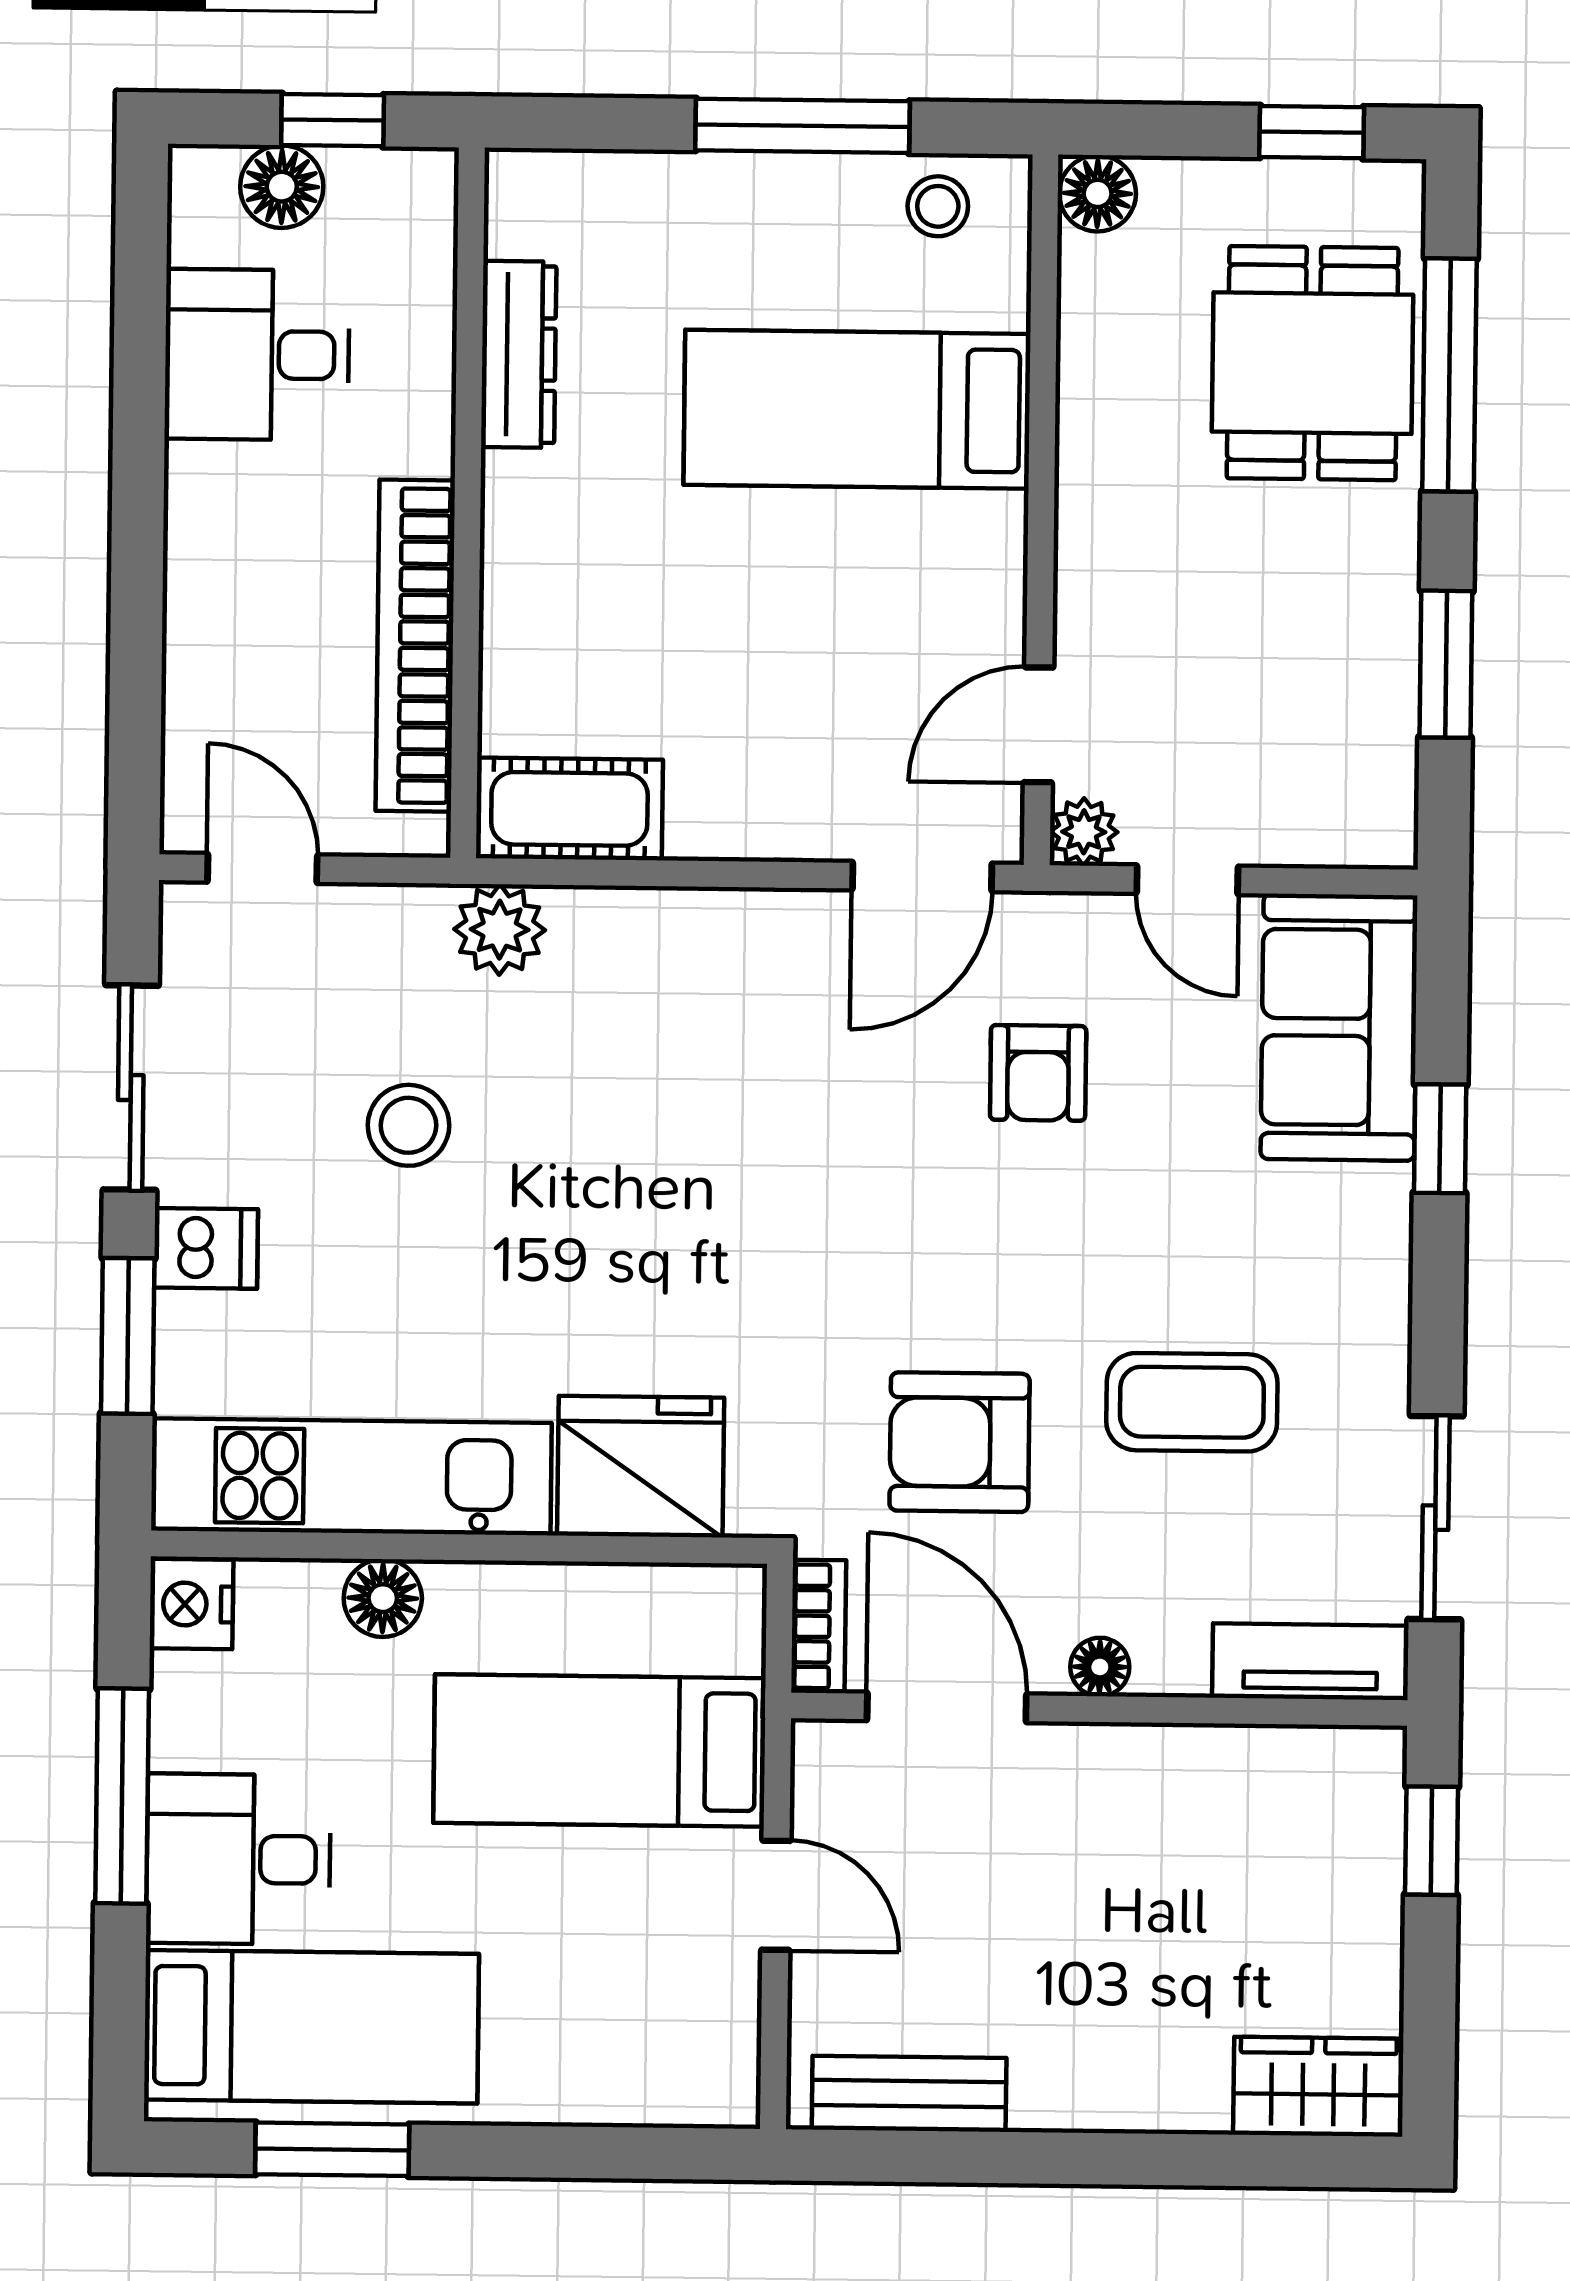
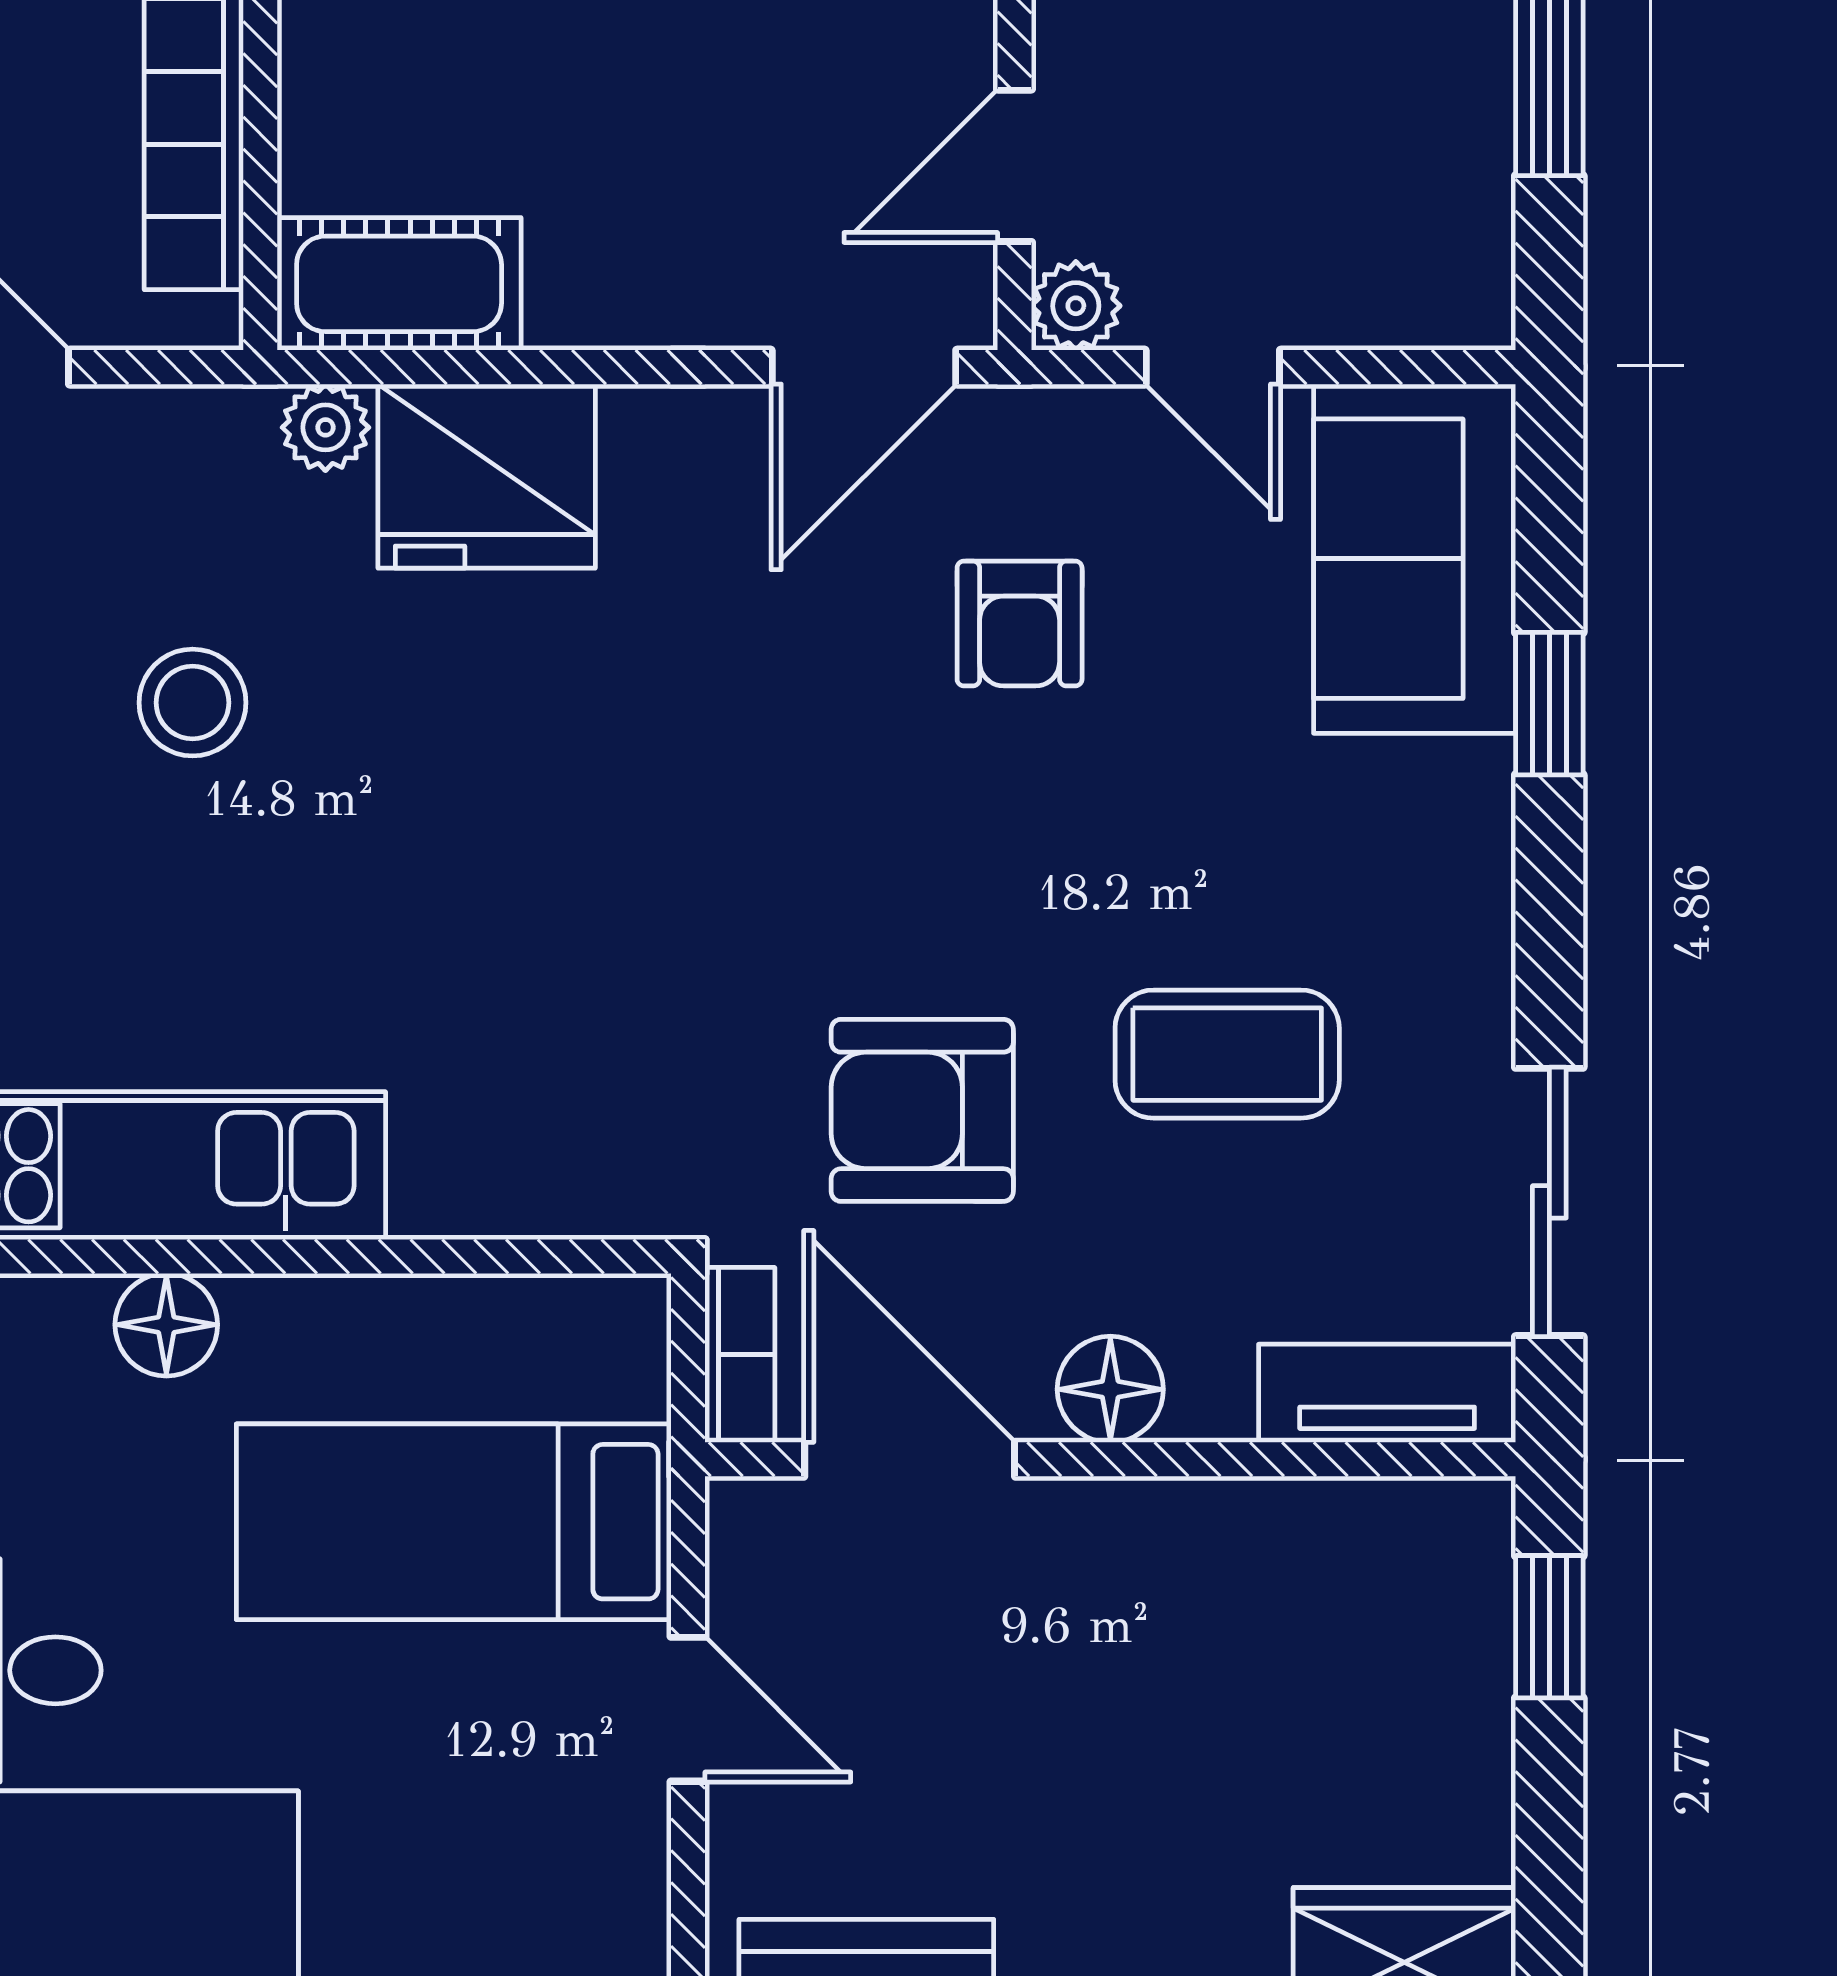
plant: (500, 930) -> (325, 427), width x0.73, depth x0.73
fridge: (641, 1467) -> (487, 476), moved, turned 180
floor lamp: (1100, 1667) -> (1110, 1389), width x1.37, depth x1.37

